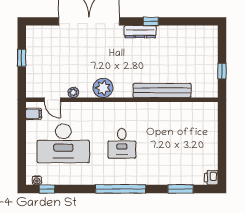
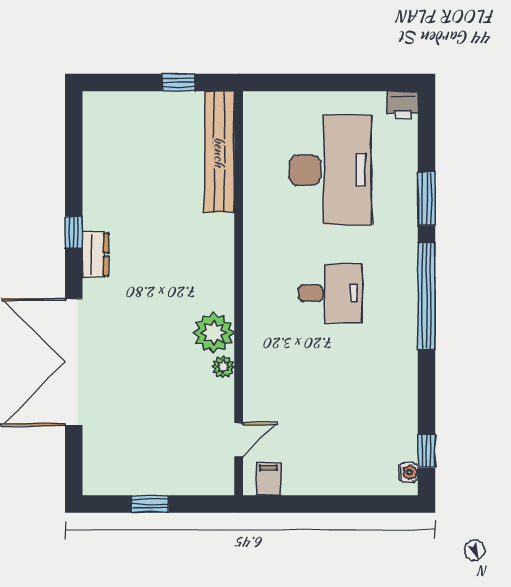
dresser: (140, 32) -> (95, 255), width x0.70
bench: (162, 90) -> (219, 152), moved
plant: (73, 92) -> (223, 367), moved
desk: (63, 143) -> (330, 170), moved
window: (180, 189) -> (427, 199), moved

